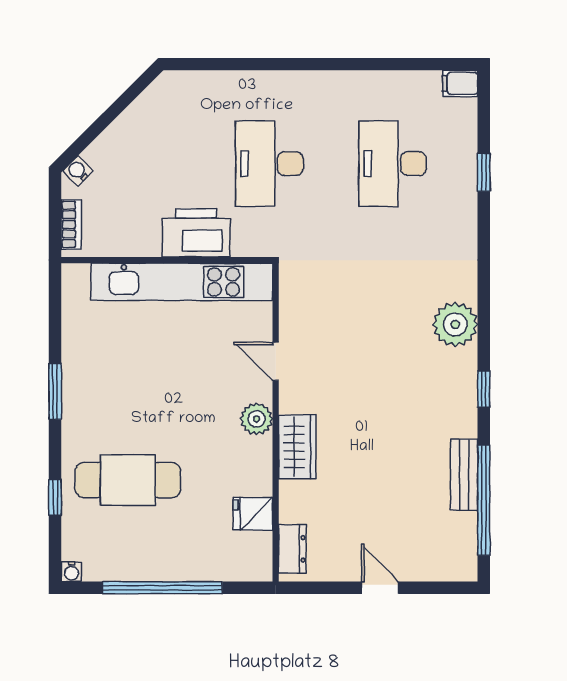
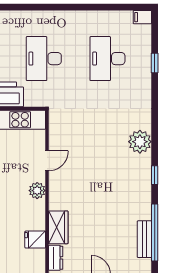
door: (276, 361) -> (47, 161), swing flipped
wardrobe: (297, 447) -> (58, 227), moved
bench: (464, 475) -> (144, 239), moved

